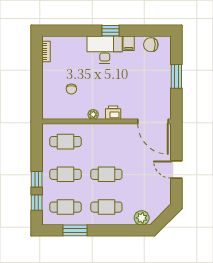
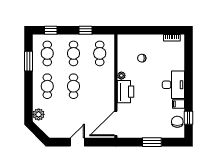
window: (111, 31) -> (189, 118), moved
printer: (113, 113) -> (126, 92), width x1.87, depth x1.48
window: (37, 179) -> (86, 30), moved

